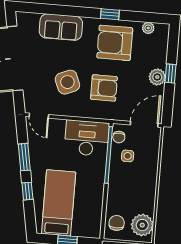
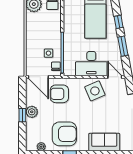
side table: (67, 82) -> (95, 91), moved
armchair: (104, 88) -> (59, 94), moved
door: (144, 124) -> (38, 77), hinge flipped
desk: (87, 138) -> (91, 64), moved

